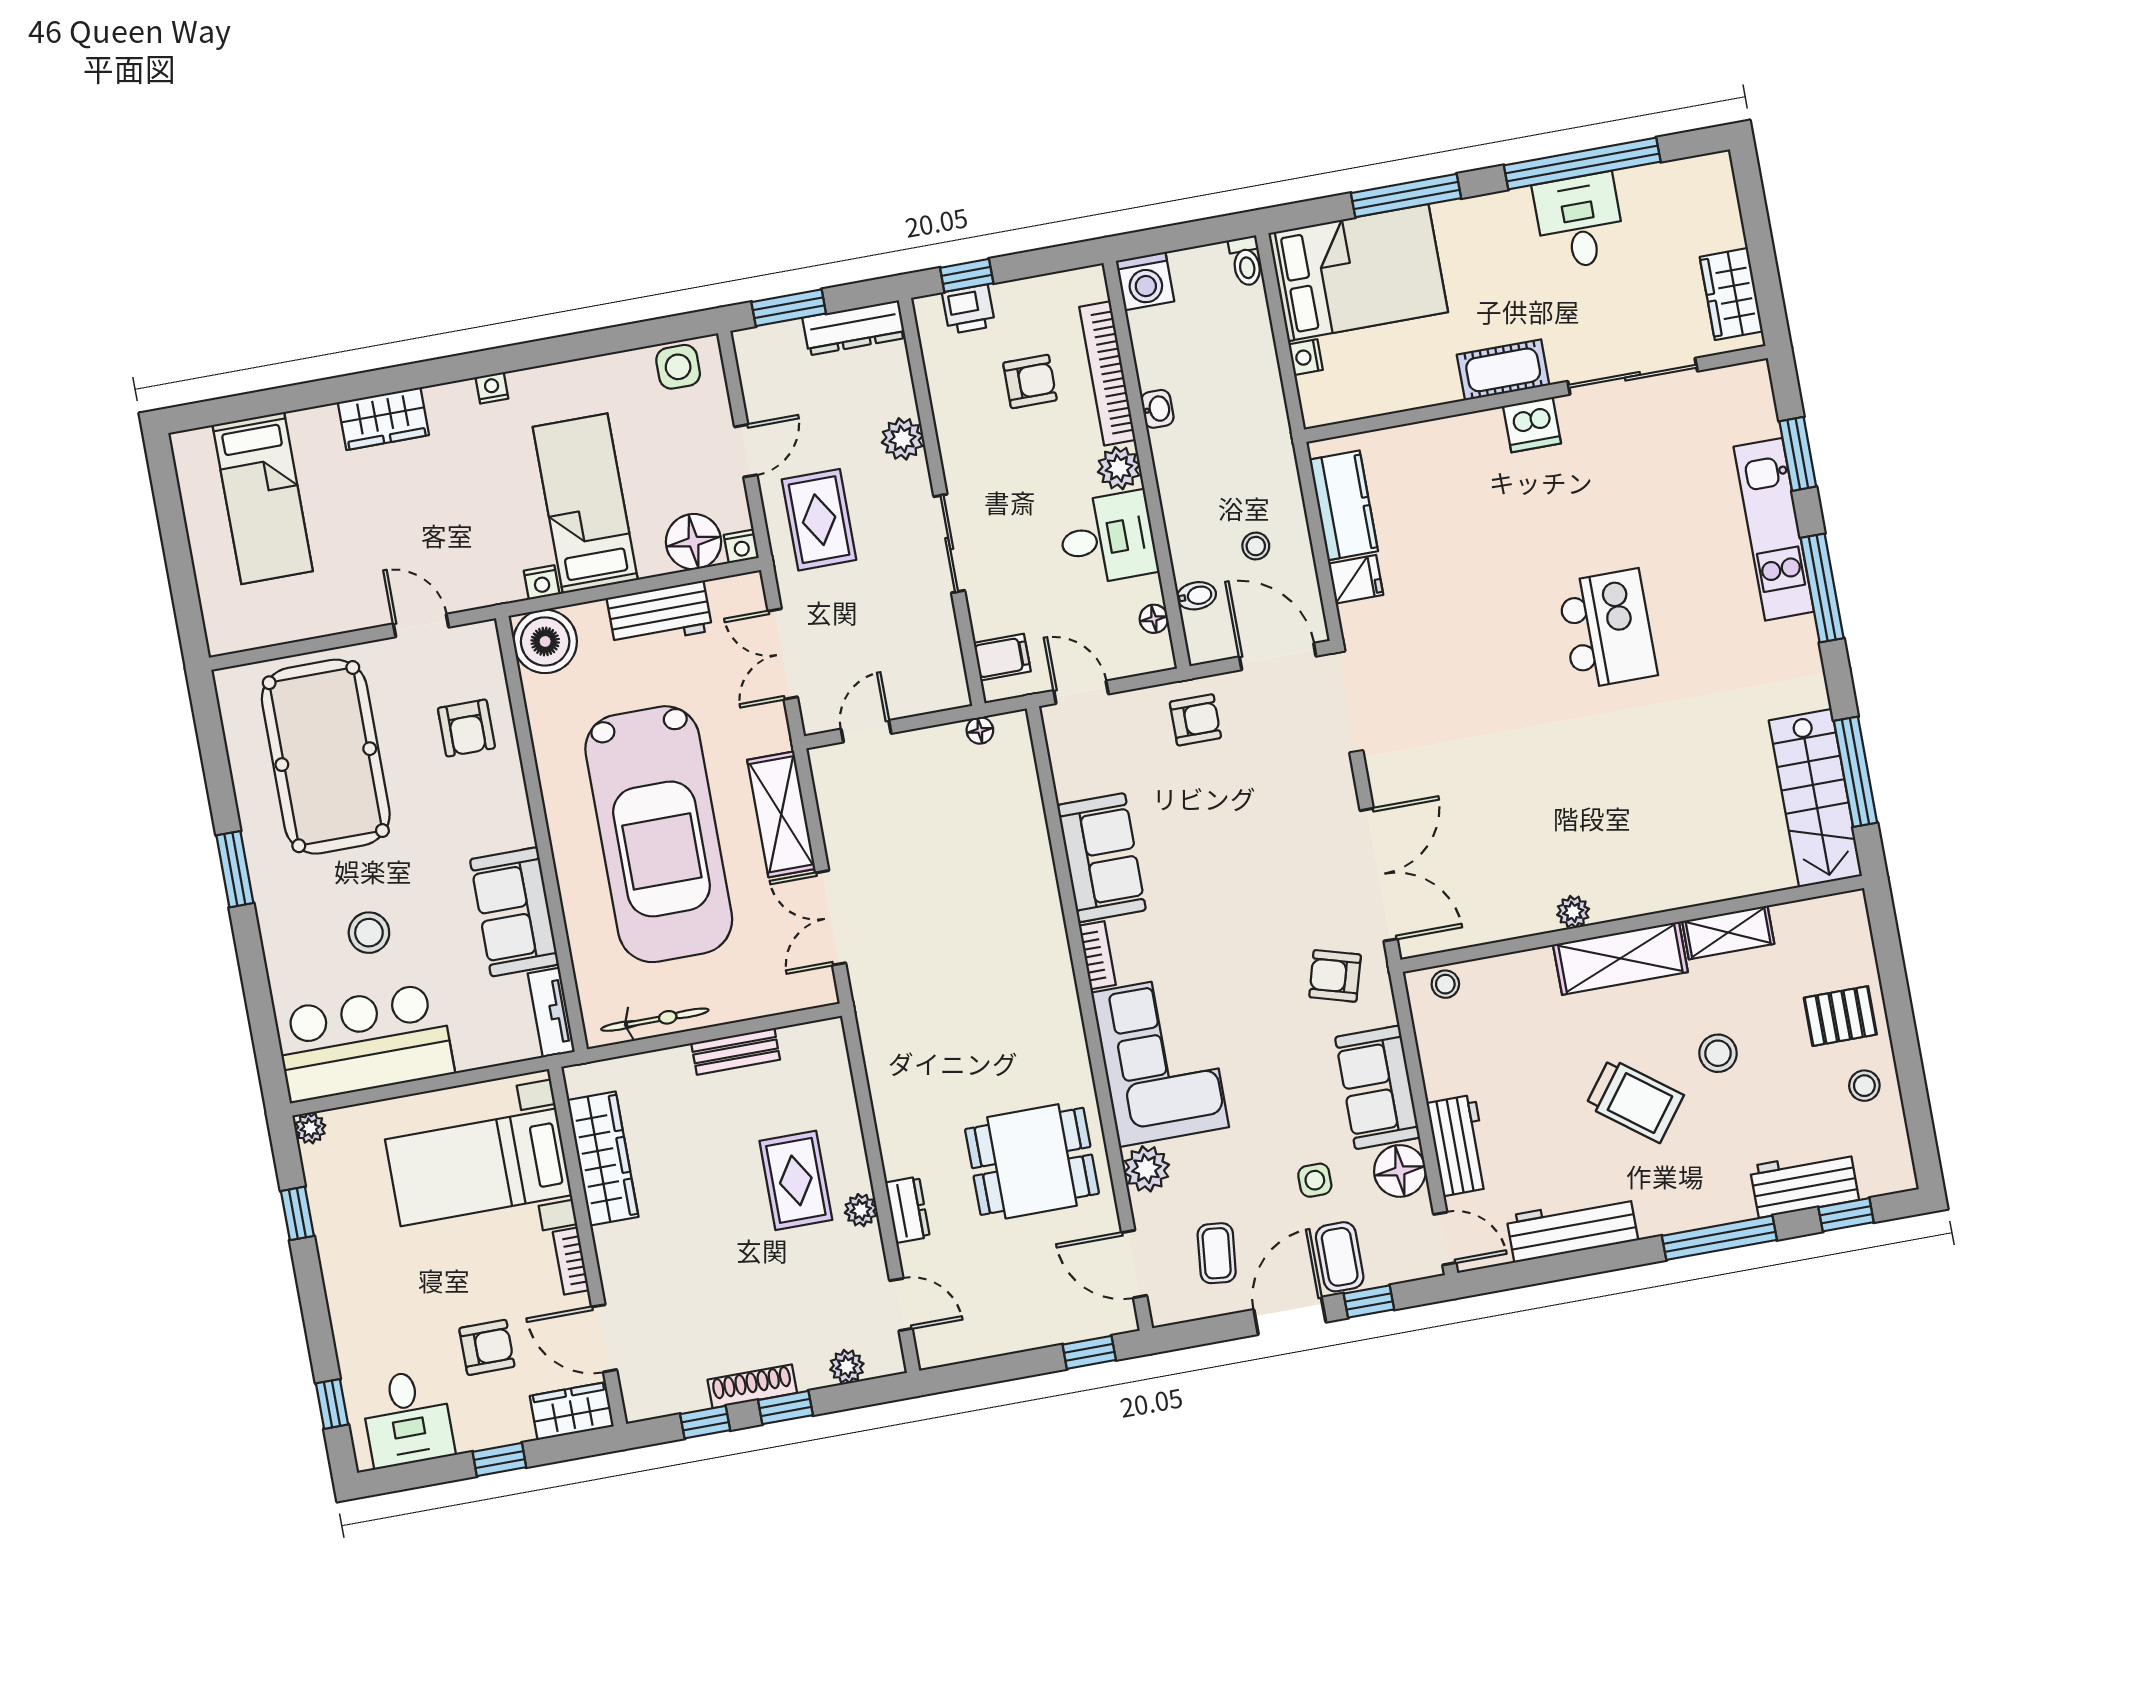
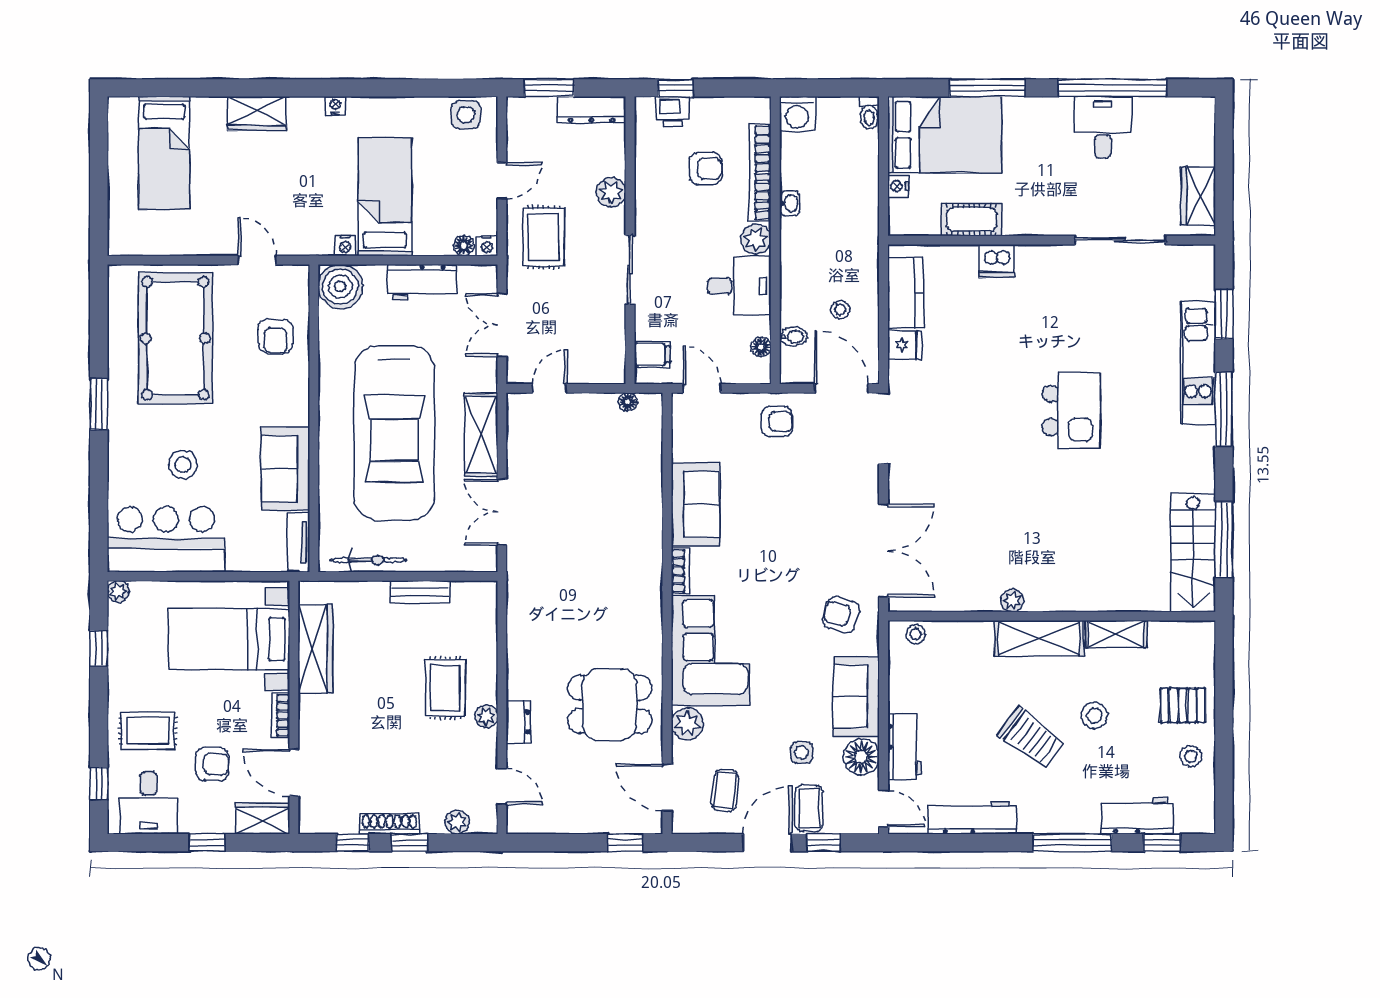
cot: (1503, 370) -> (972, 220), moved
dishwasher: (1532, 425) -> (997, 261), moved
floor lamp: (694, 542) -> (464, 246), width x0.53, depth x0.53
rug: (388, 1317) -> (148, 731), added

